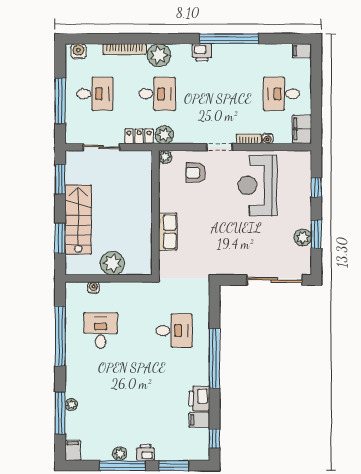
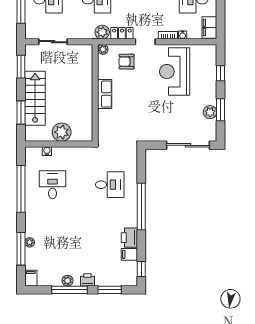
locker: (139, 136) -> (122, 33), moved
row of seats: (168, 232) -> (105, 94), moved

